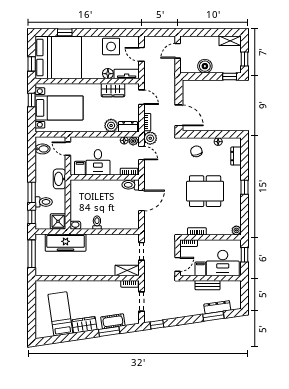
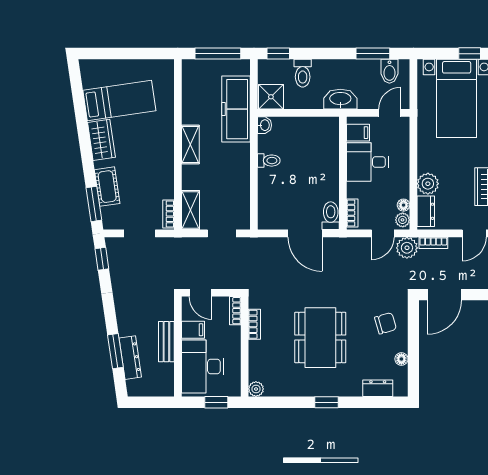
window: (32, 192) -> (373, 54), moved
shelving: (87, 271) -> (190, 144), added
window: (109, 332) -> (94, 204), moved

